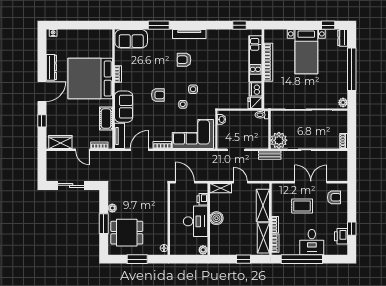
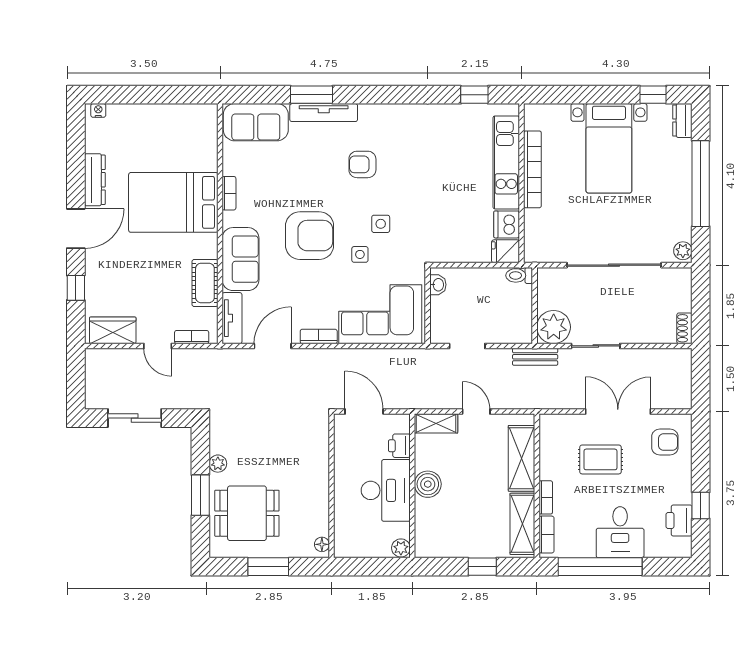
tv unit: (189, 34) -> (324, 113), moved
bed: (90, 79) -> (173, 202), width x0.73
armchair: (158, 95) -> (310, 236), width x1.88, depth x1.88

